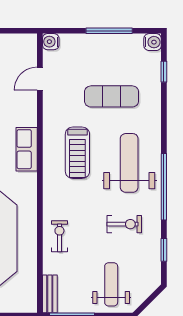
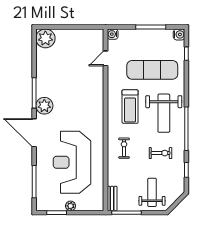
exercise mat: (112, 96) -> (152, 70), width x1.36, depth x1.45
row of seats: (27, 149) -> (97, 104), removed
weight bench: (129, 163) -> (164, 113), turned 180
exercise bike: (59, 236) -> (124, 148), moved

